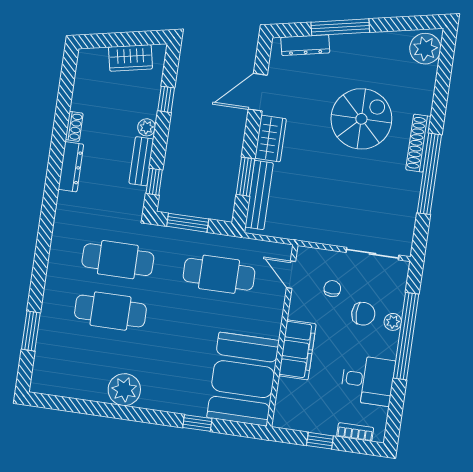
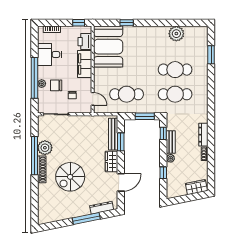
plant: (425, 49) -> (45, 148), moved
wardrobe: (130, 58) -> (196, 187), moved
plant: (124, 390) -> (176, 34), moved
printer: (290, 397) -> (85, 42), added
window: (320, 441) -> (79, 23), moved

